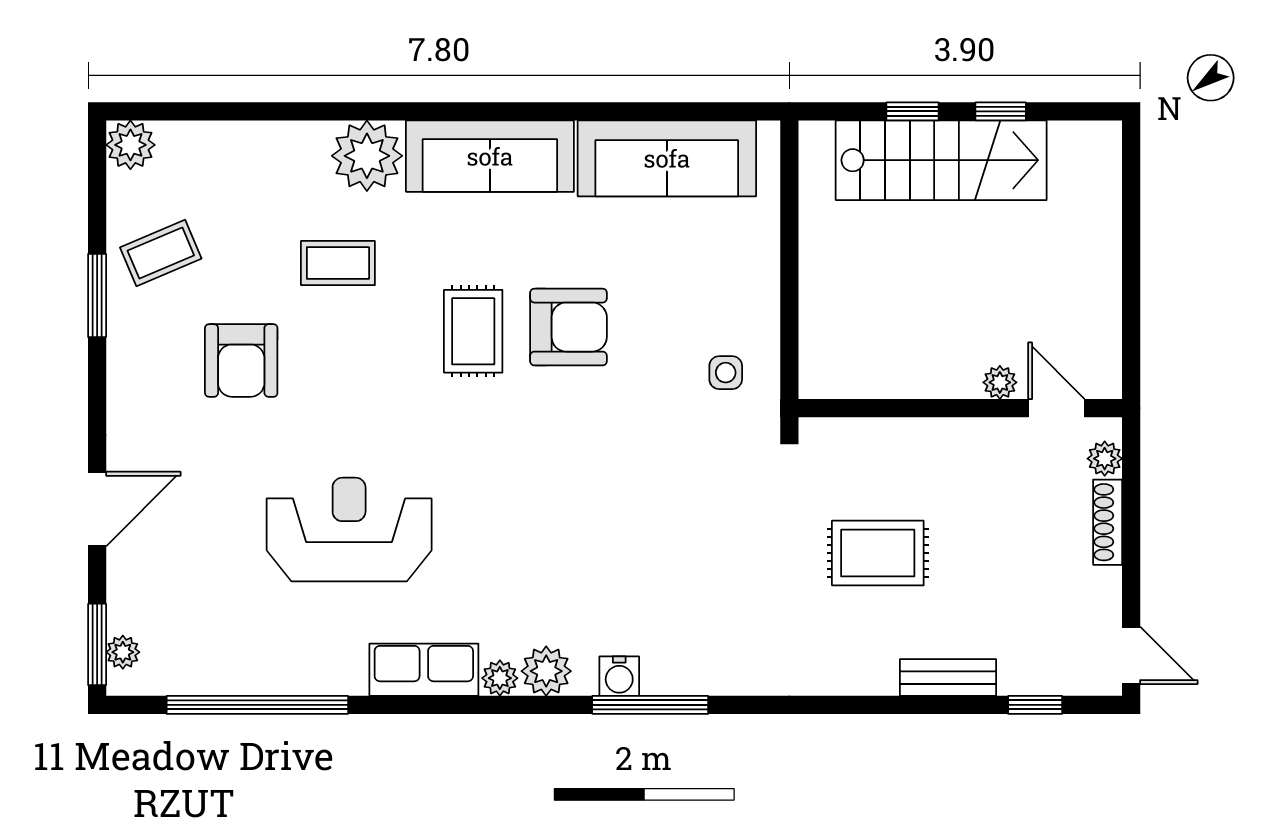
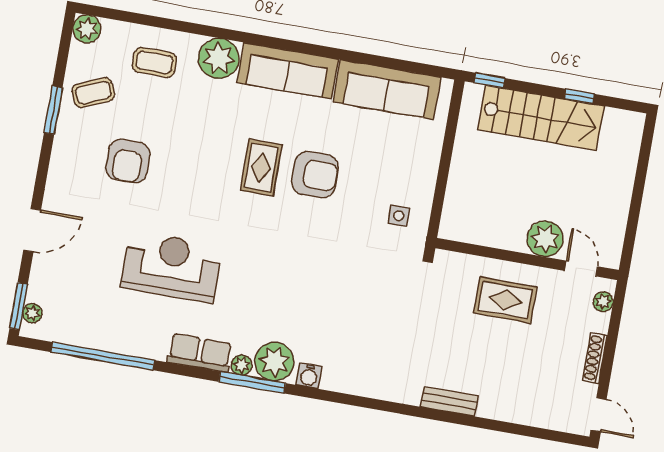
window: (912, 111) -> (490, 81), moved
coffee table: (338, 263) -> (154, 62), moved
plant: (1000, 382) -> (545, 239), width x1.87, depth x1.87
shoe rack: (1108, 522) -> (595, 358), moved
rug: (878, 553) -> (505, 300), moved
plant: (546, 671) -> (274, 362), width x1.36, depth x1.36
bench: (948, 678) -> (449, 401), moved
window: (650, 705) -> (252, 382), moved
window: (1035, 705) -> (540, 433), removed

